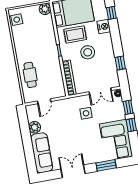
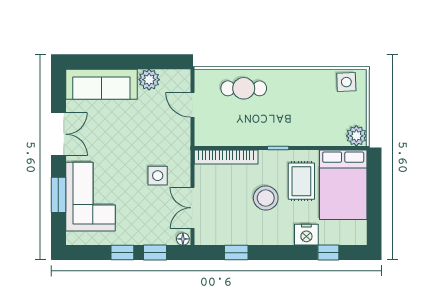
corner sofa: (116, 140) -> (90, 197), moved, turned 90

